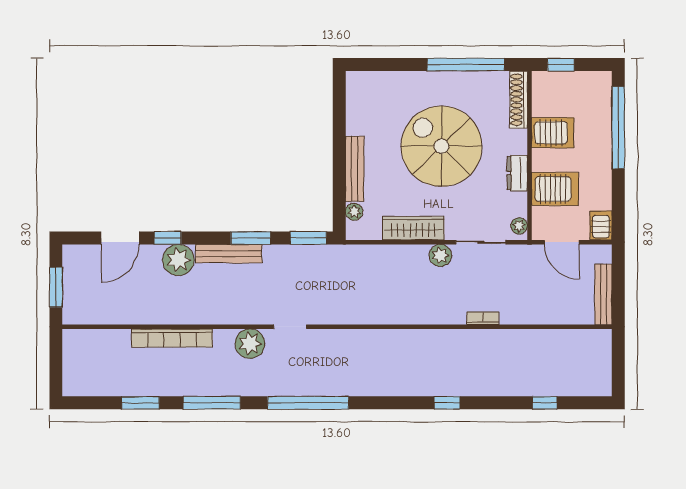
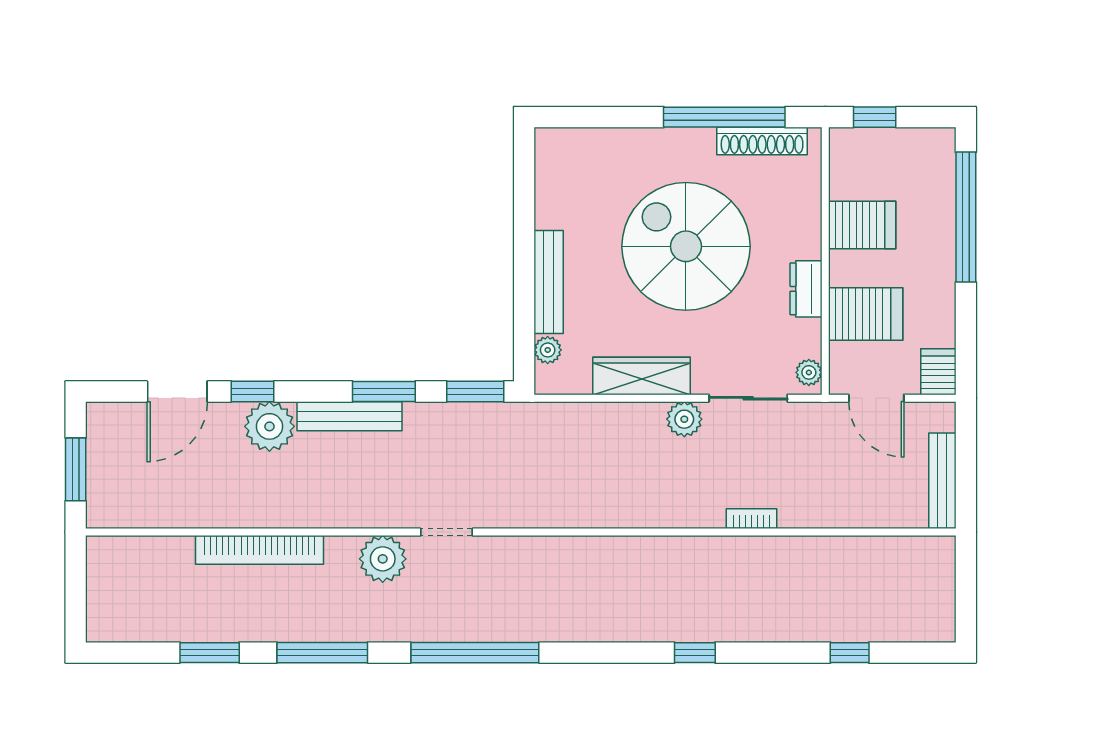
shoe rack: (519, 100) -> (762, 141), moved, turned -90

